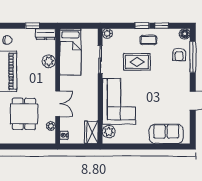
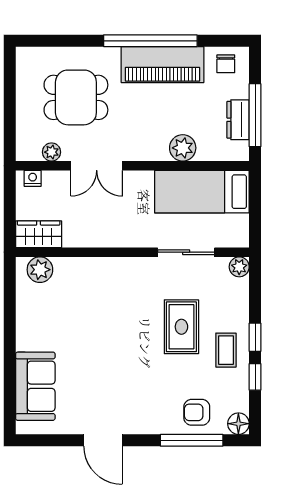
window: (33, 26) -> (255, 115), width x2.17
dresser: (45, 34) -> (238, 120), moved
corner sofa: (119, 101) -> (101, 290), removed

